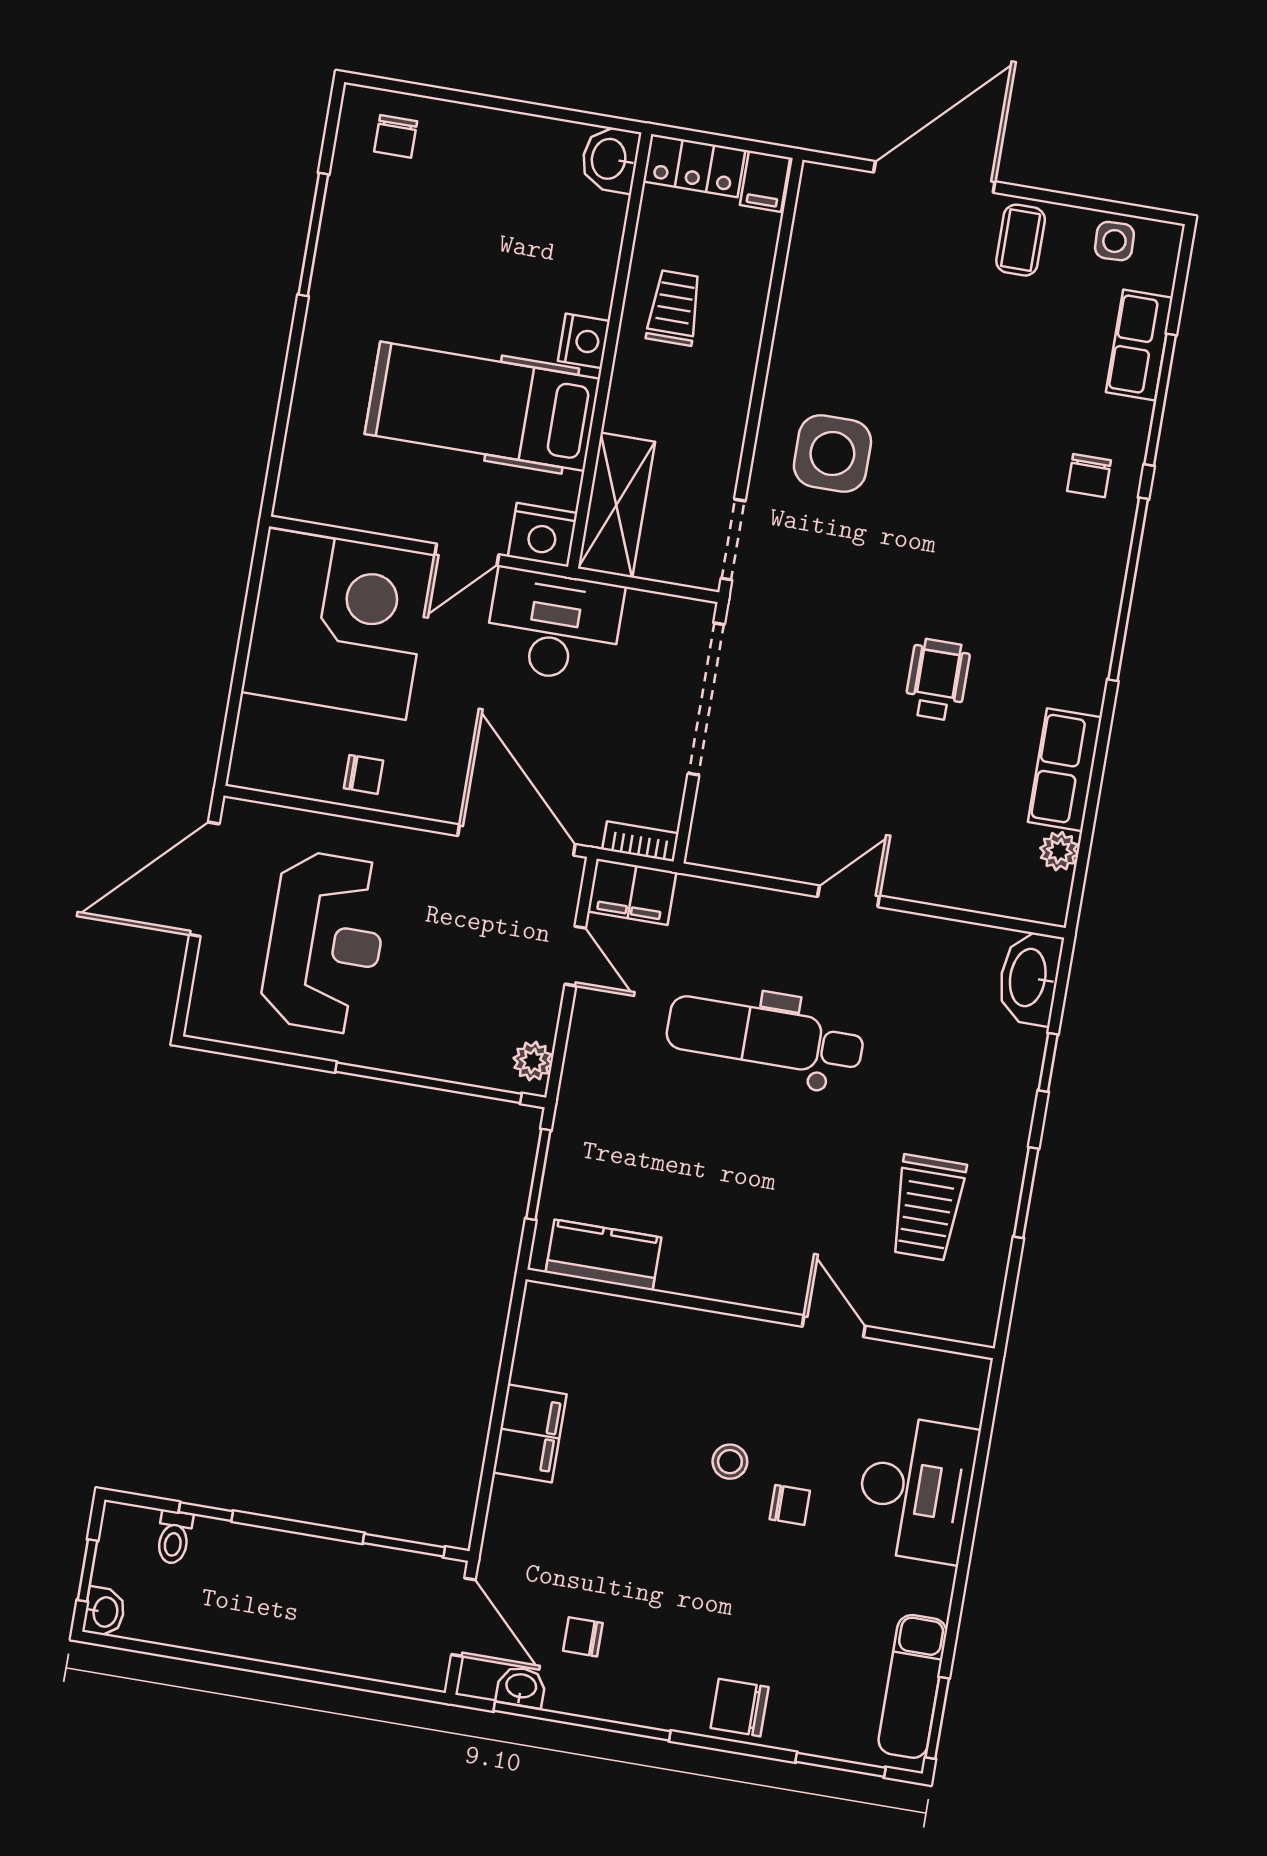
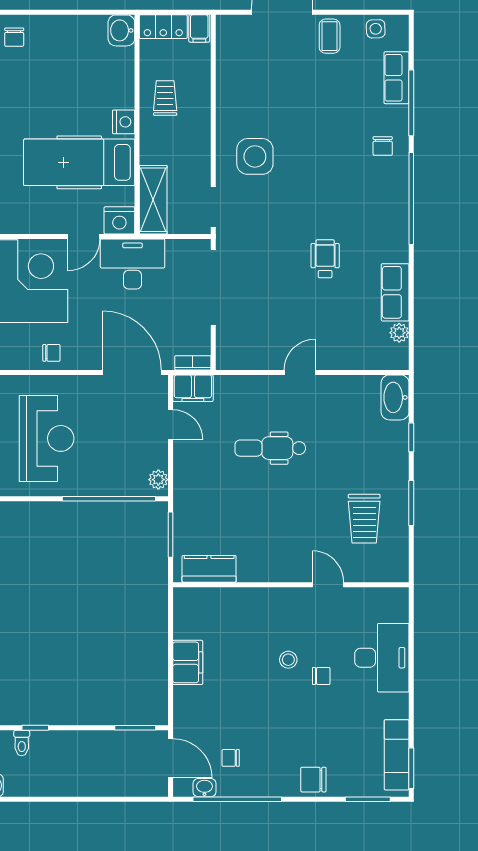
dental chair: (765, 1036) -> (270, 448), width x0.73, depth x0.72

